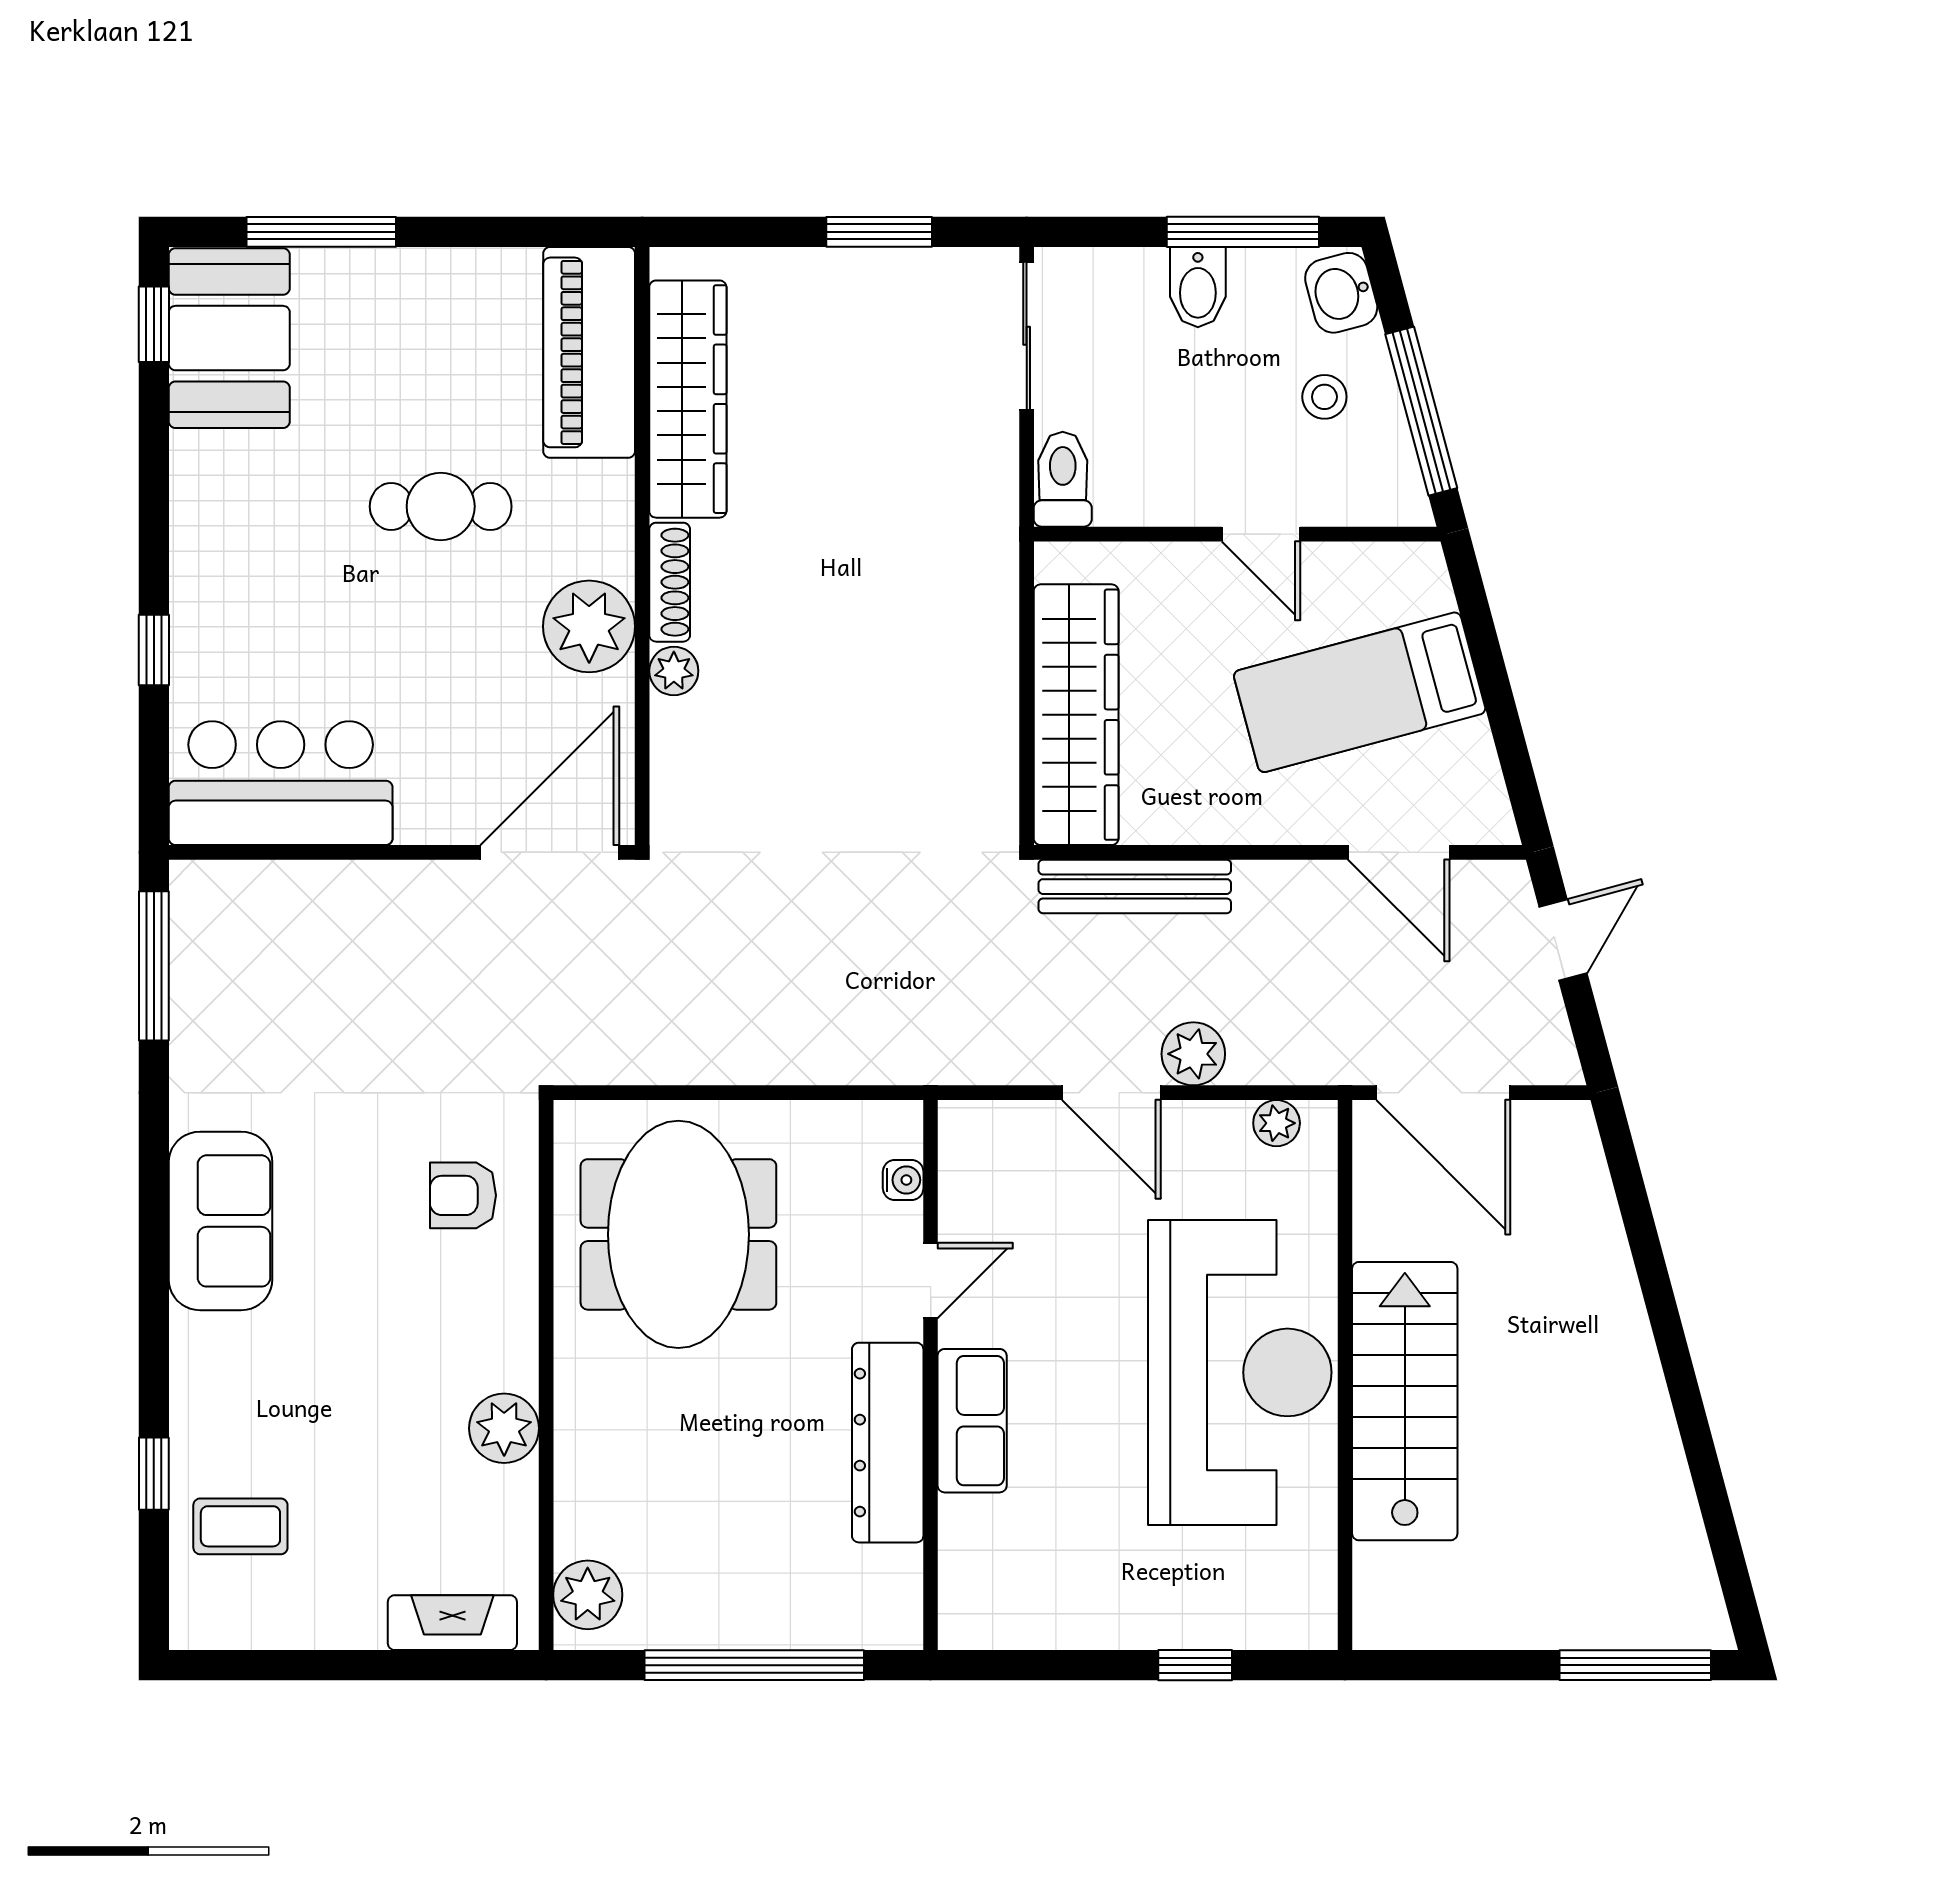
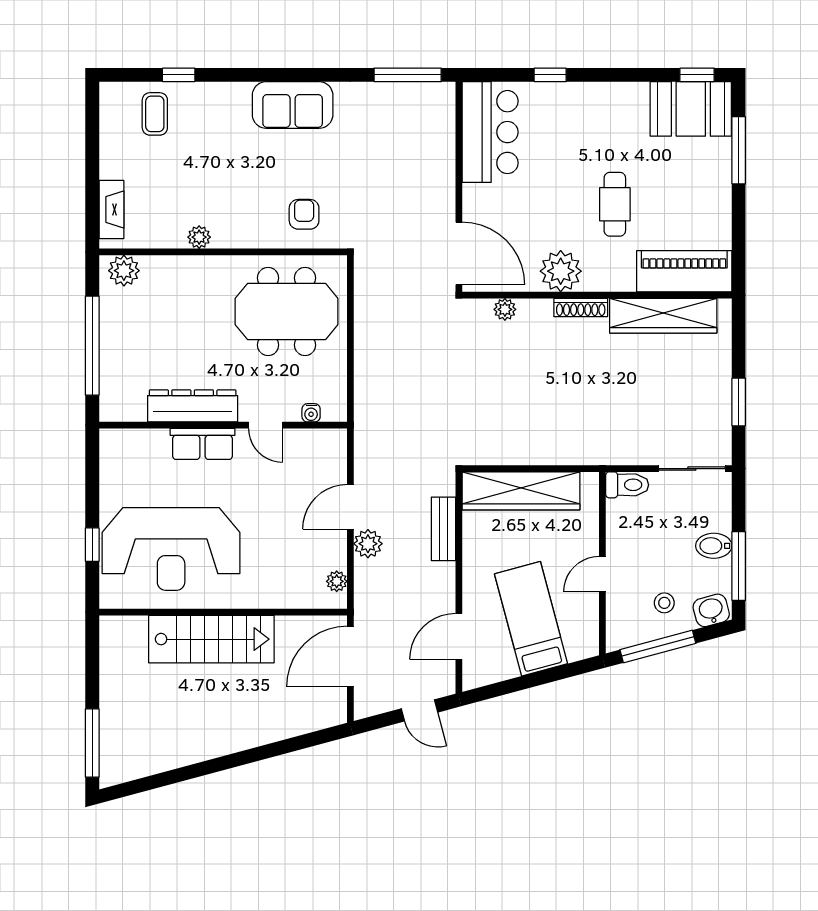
plant: (674, 671) -> (505, 309), moved
bench: (1135, 887) -> (443, 529), width x0.73
reception desk: (1240, 1372) -> (171, 549), moved
plant: (504, 1428) -> (199, 237), width x0.73, depth x0.73

